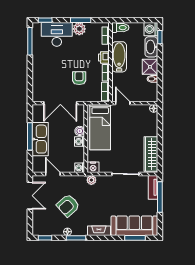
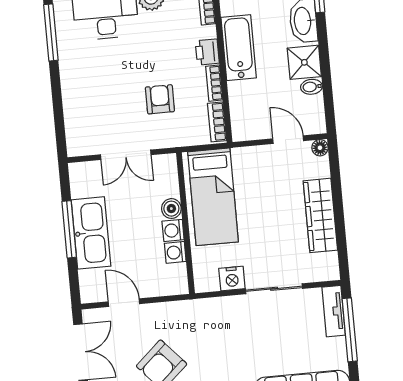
double door: (60, 103) -> (126, 155), width x0.73
door: (123, 103) -> (288, 140), moved
wardrobe: (151, 154) -> (320, 215), moved
nightstand: (93, 167) -> (232, 279), moved
washing machine: (80, 168) -> (175, 252), moved
plant: (91, 180) -> (205, 308), removed

